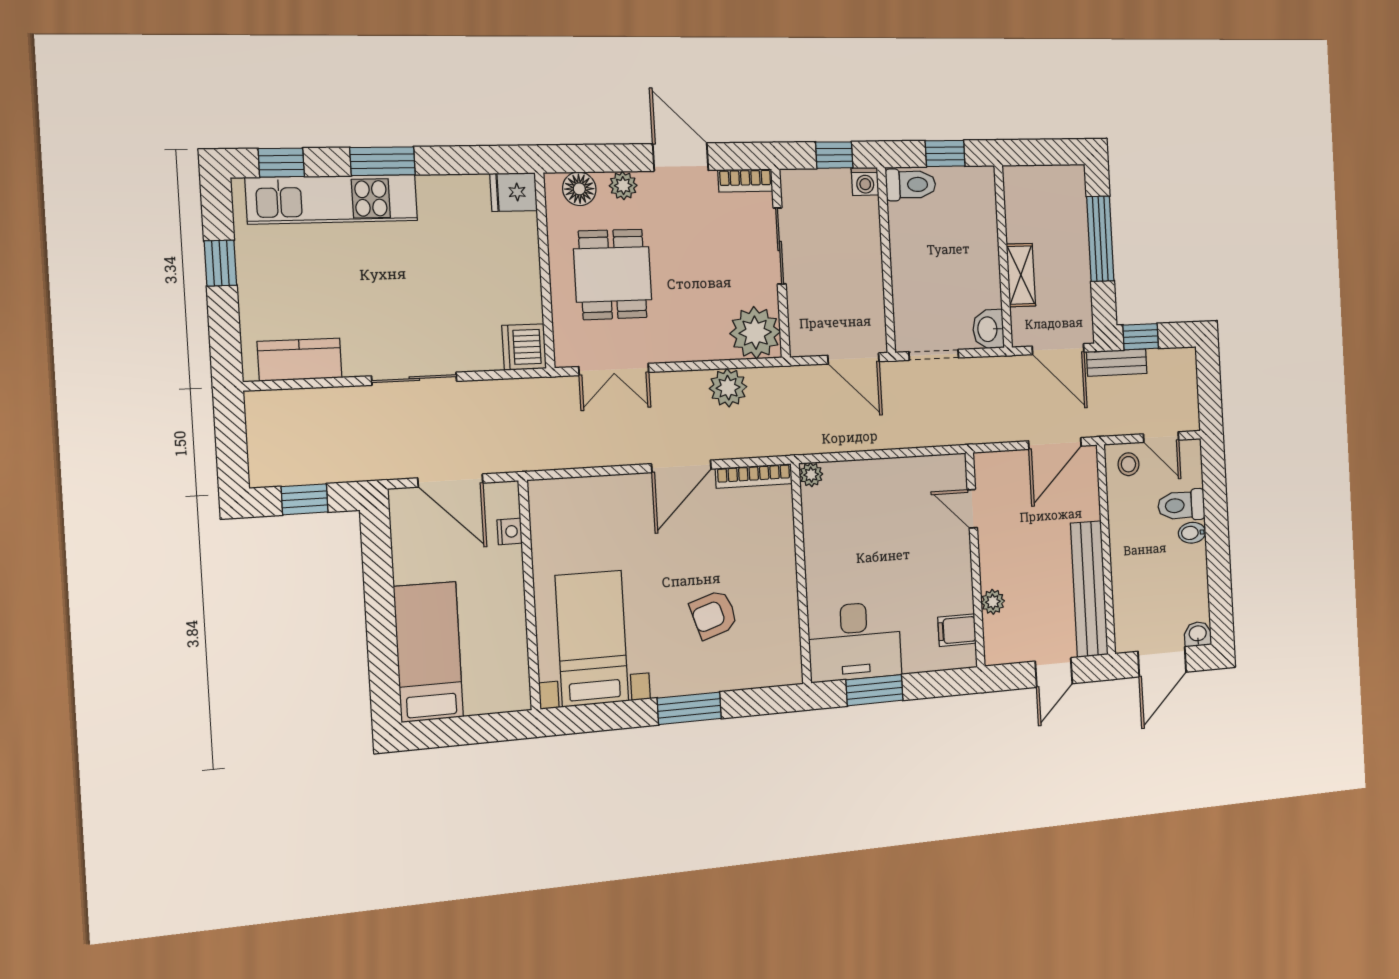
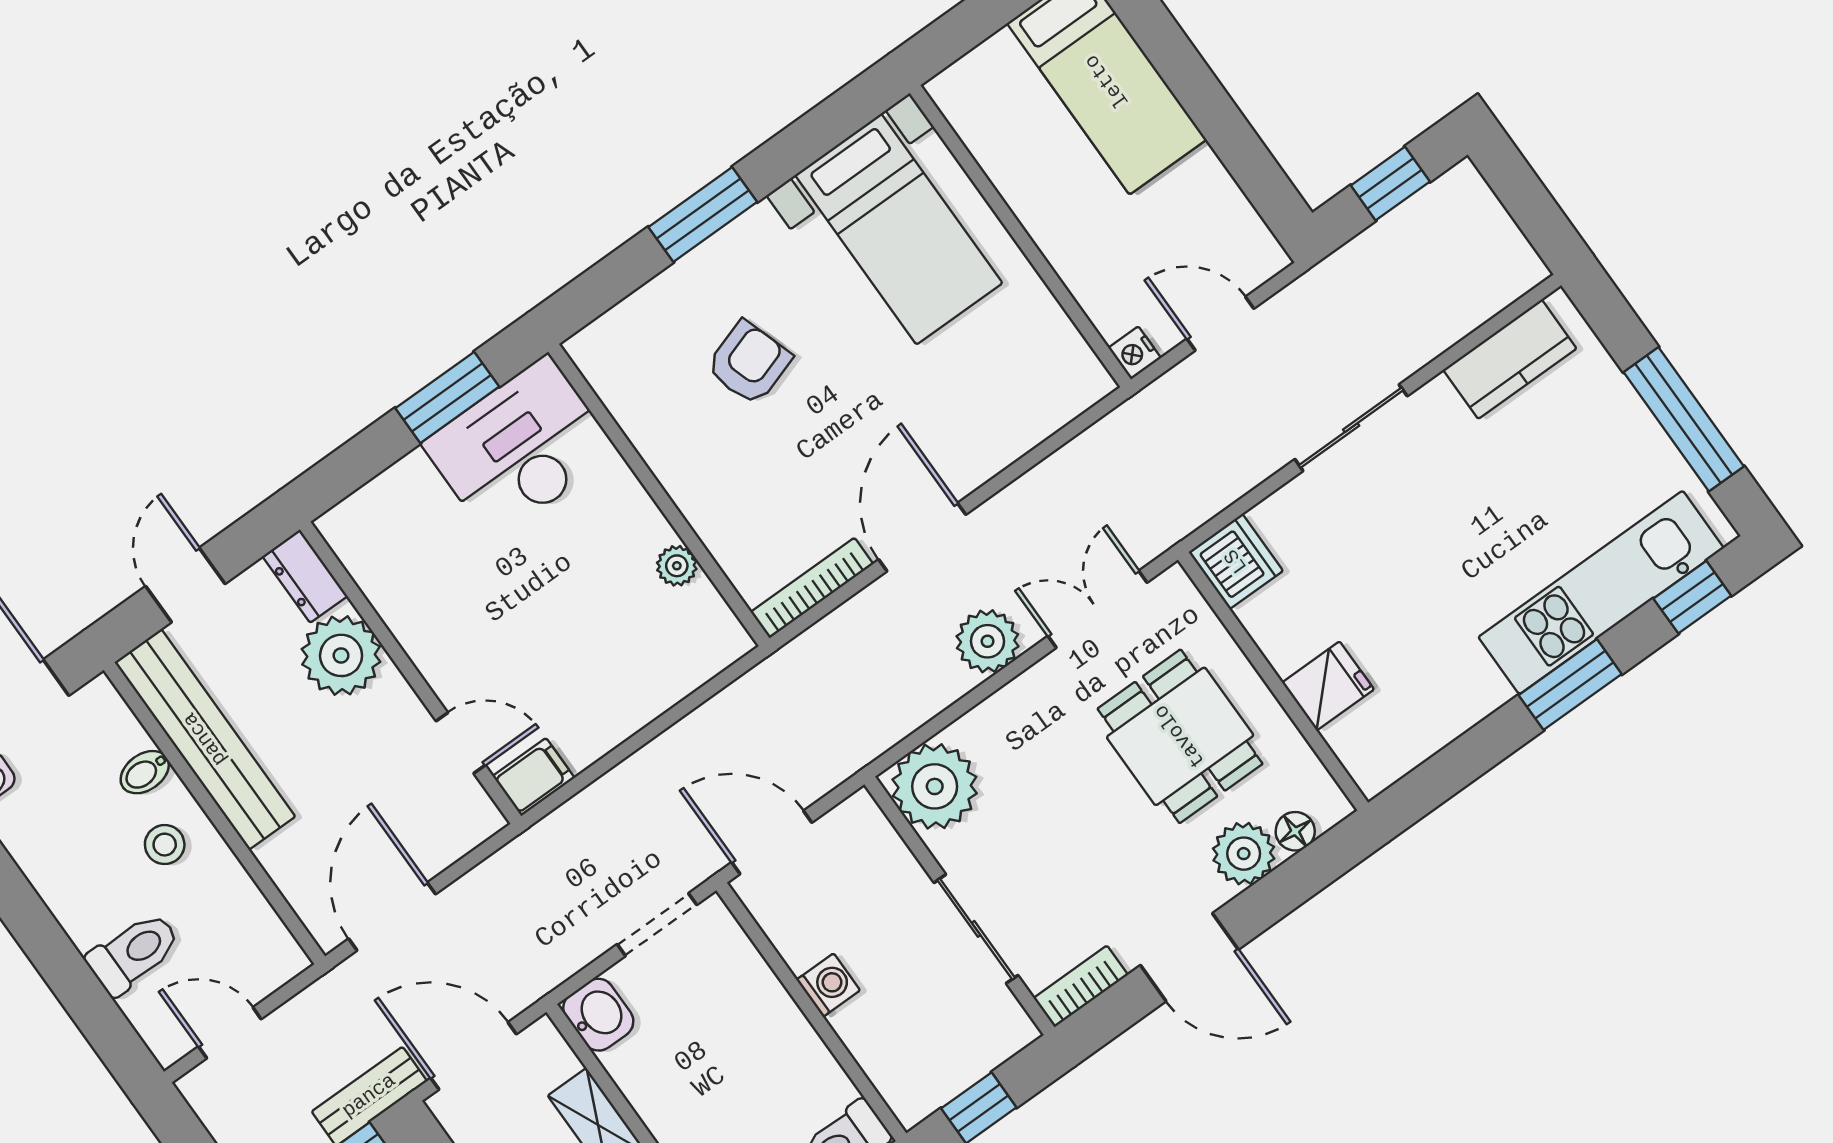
washing machine: (865, 181) -> (828, 985), moved, turned 90
plant: (623, 186) -> (1244, 854), width x1.38, depth x1.38
floor lamp: (579, 189) -> (1295, 831), width x0.73, depth x0.73
fridge: (514, 192) -> (1328, 686), moved
window: (220, 263) -> (1684, 419), width x2.17
plant: (728, 388) -> (988, 641), moved
stool: (1128, 464) -> (165, 845), moved
plant: (811, 475) -> (677, 566), moved
door: (450, 481) -> (1220, 324), width x0.73
nightstand: (510, 531) -> (1135, 353), moved
bidet: (1192, 533) -> (145, 772), moved, turned 180
plant: (993, 602) -> (341, 655), width x1.87, depth x1.87
filing cabinet: (957, 630) -> (534, 777), moved
dresser: (996, 641) -> (305, 576), added

